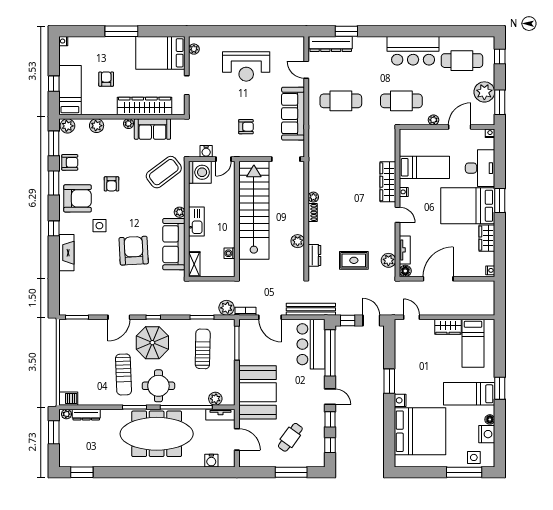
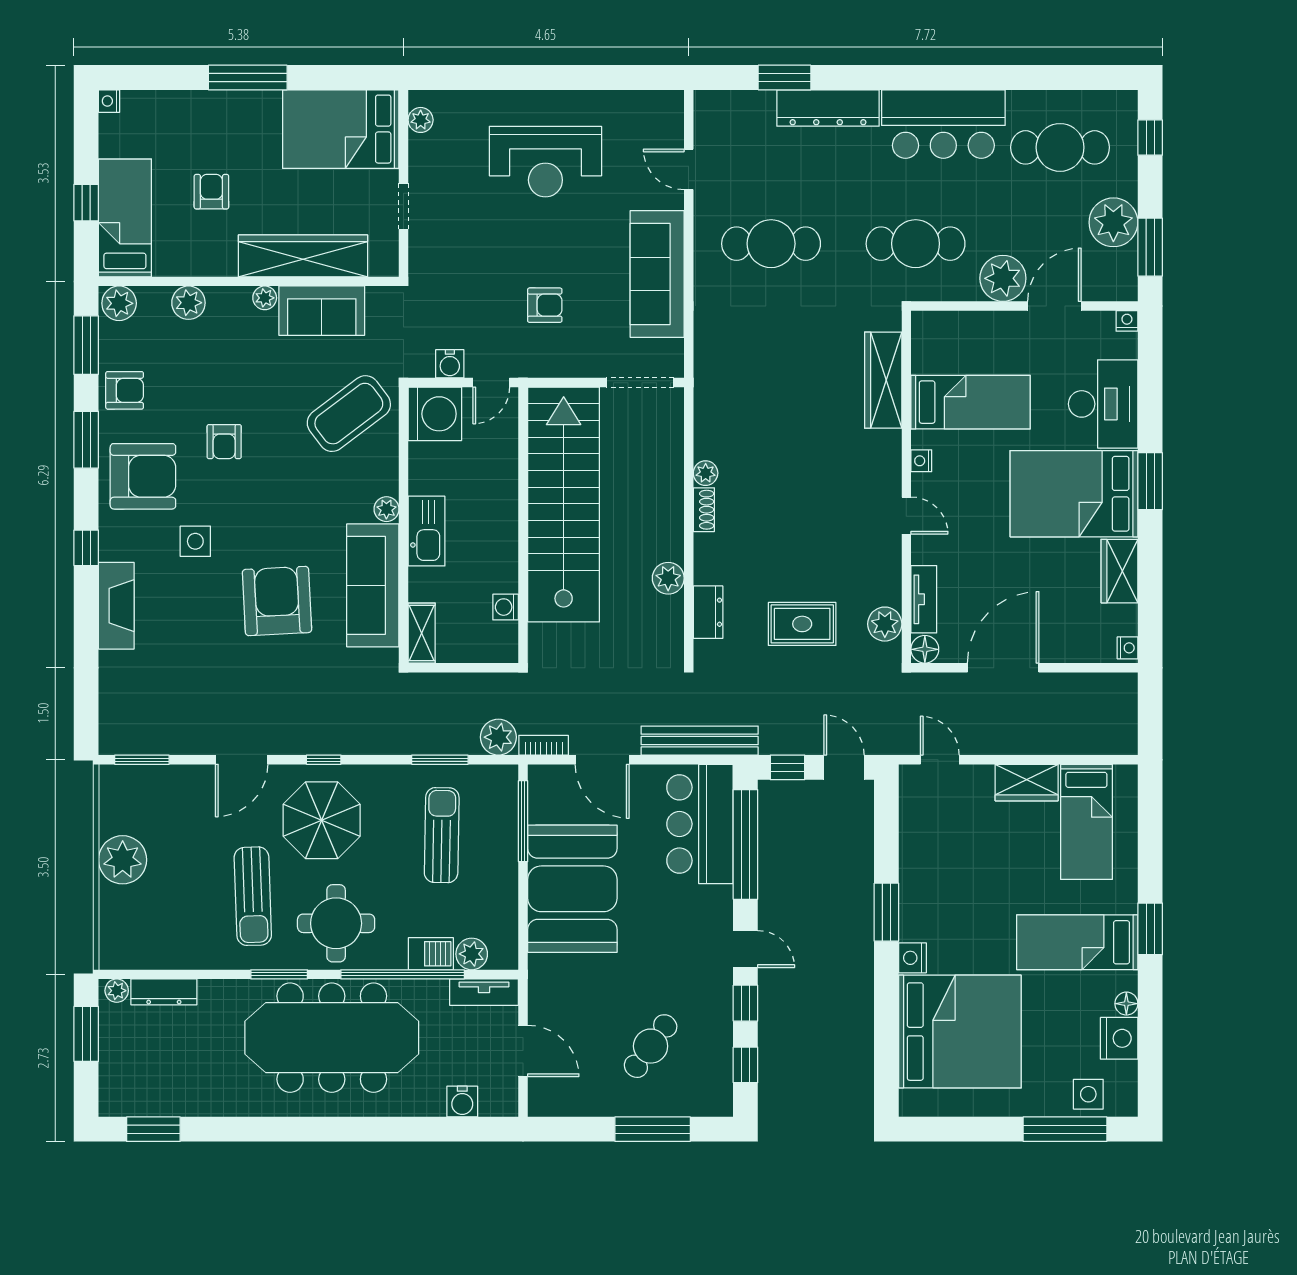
dresser: (331, 44) -> (828, 108), moved
plant: (434, 120) -> (1003, 278), width x1.87, depth x1.87
wardrobe: (388, 182) -> (883, 380), moved
plant: (69, 359) -> (123, 860), added
booth: (258, 392) -> (572, 889), moved
barbecue: (68, 399) -> (431, 954), moved

